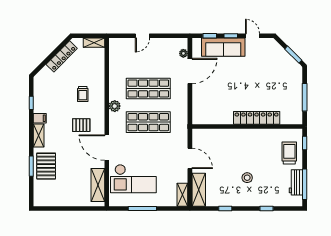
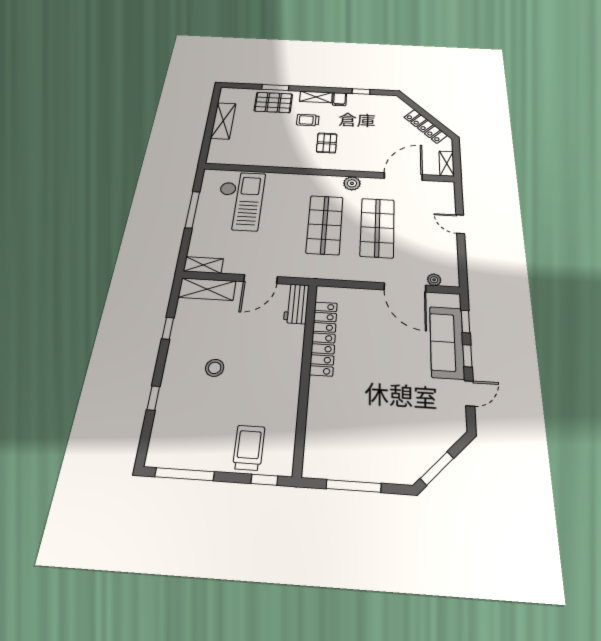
trolley: (83, 94) -> (308, 120), moved
locker: (257, 118) -> (324, 338), moved
door: (107, 148) -> (403, 176), moved
trolley: (289, 153) -> (249, 448), turned -90
checkout: (133, 179) -> (240, 201), turned 180
workbench: (296, 182) -> (296, 304), moved, turned -90
shelving: (98, 185) -> (223, 121), moved, turned 90

